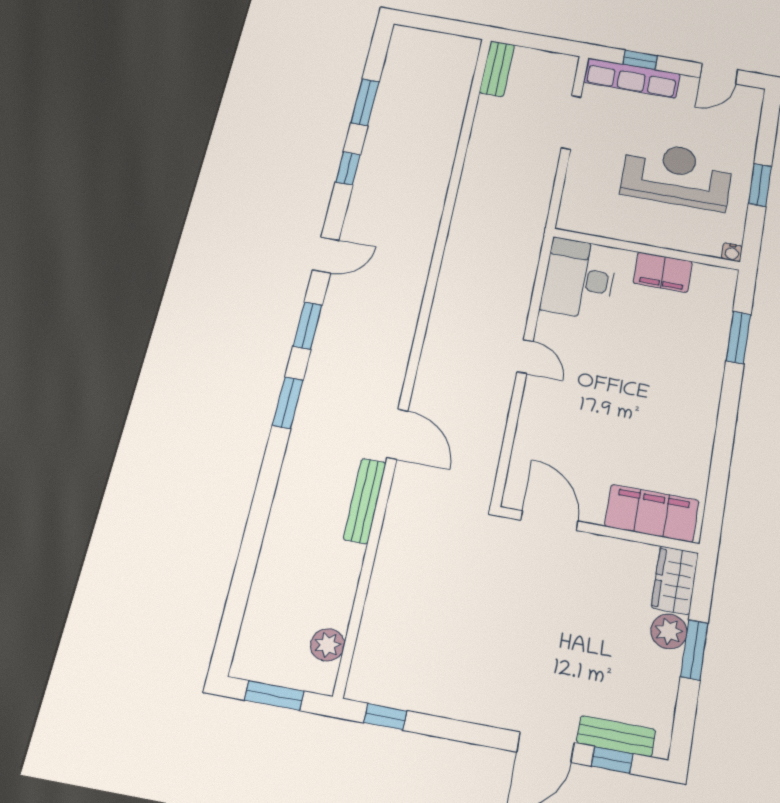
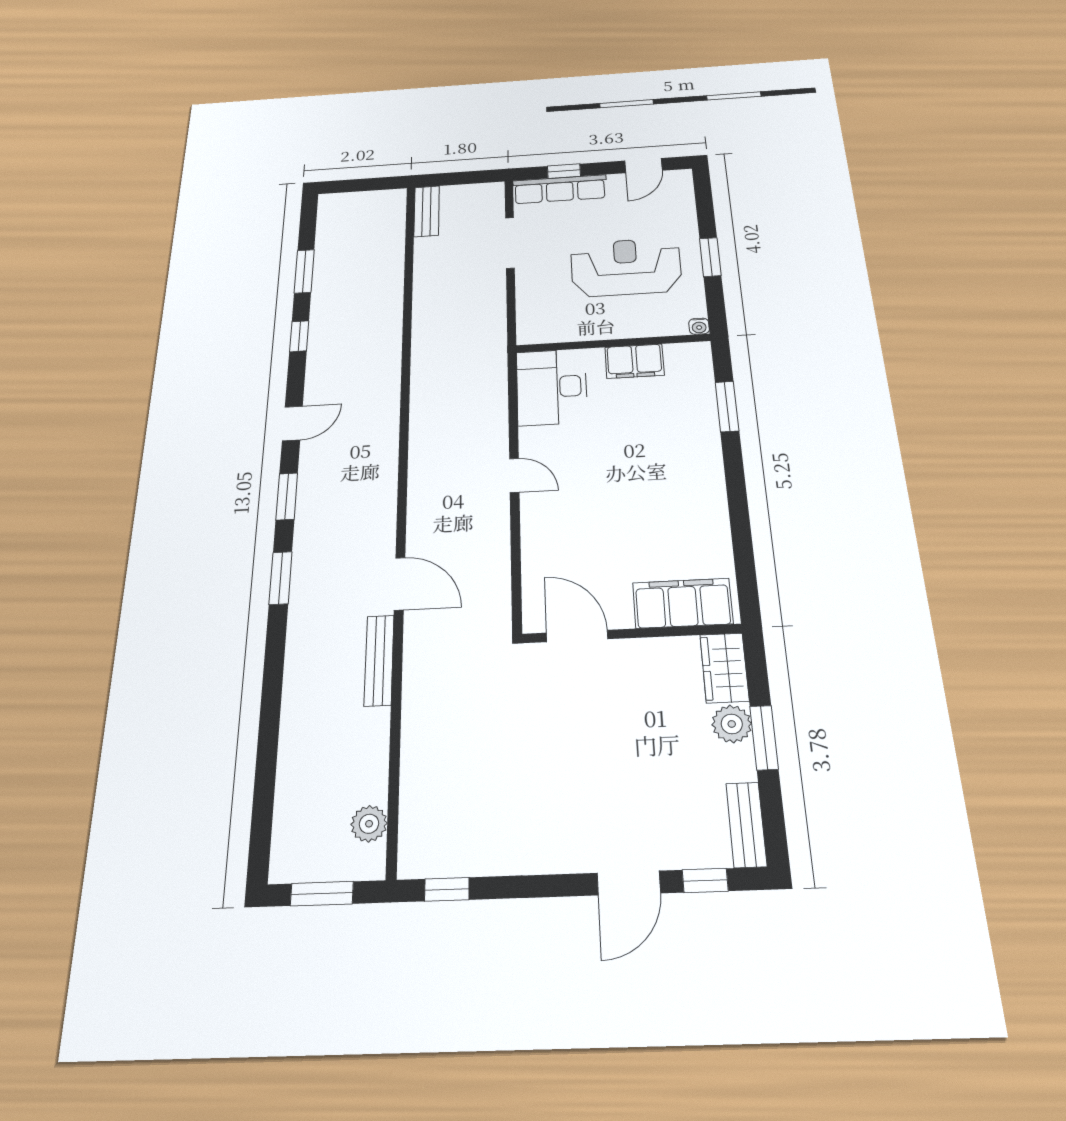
bench: (616, 736) -> (746, 825), moved, turned 90

